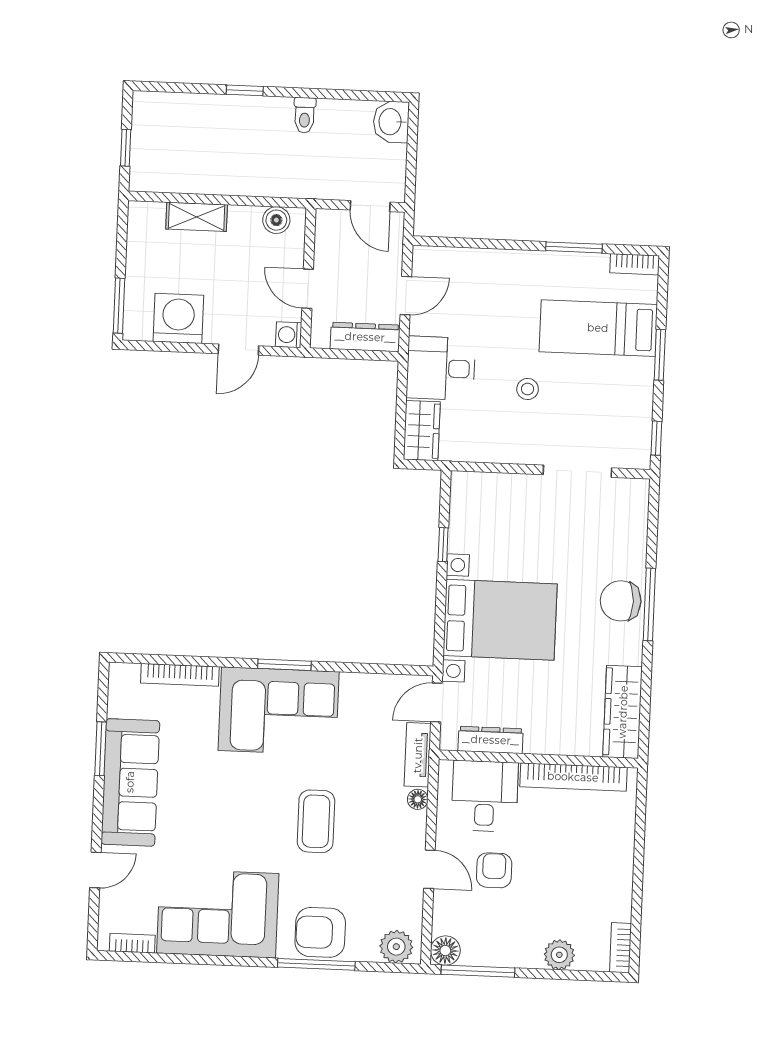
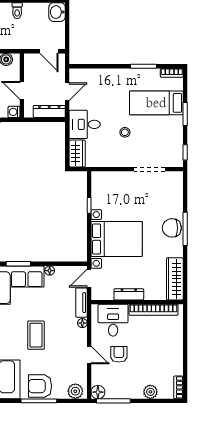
floor lamp: (351, 682) -> (50, 271), added
dresser: (491, 740) -> (129, 294), moved

